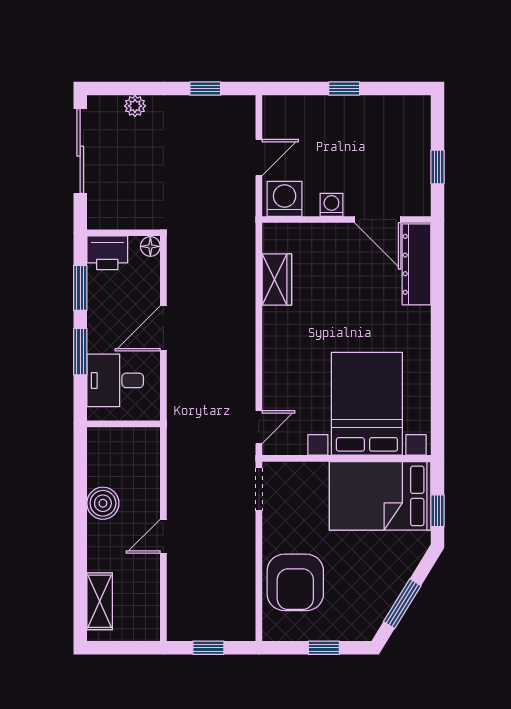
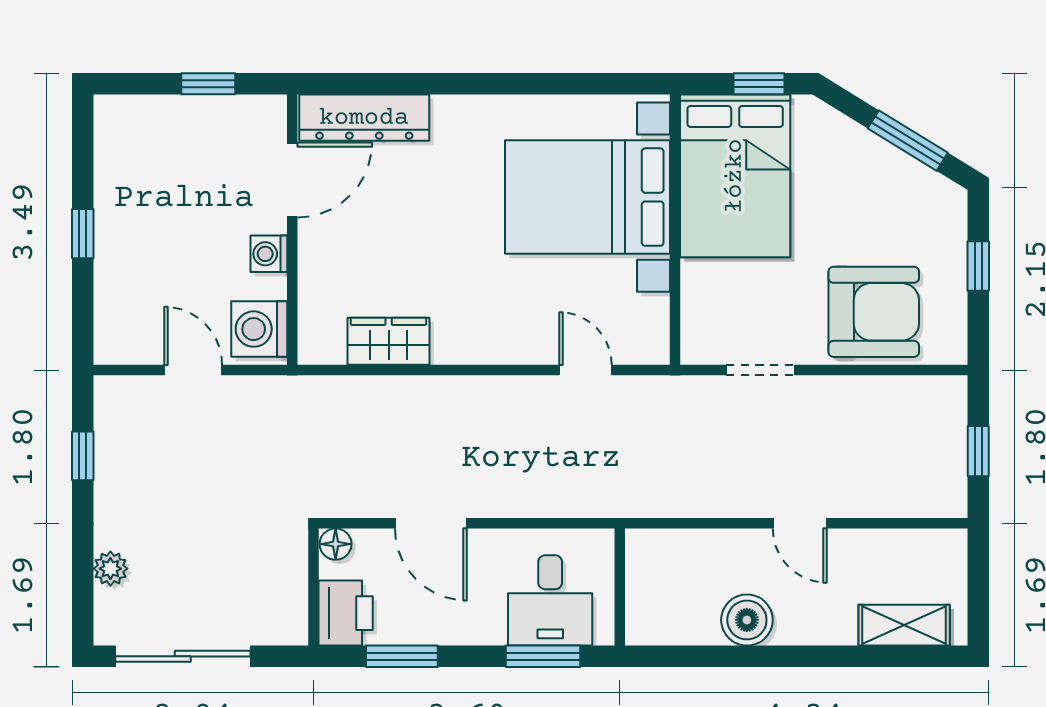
door: (163, 328) -> (431, 523), moved
window: (80, 352) -> (543, 656), moved
door: (259, 427) -> (585, 370), moved
doorway: (259, 489) -> (760, 370), moved

